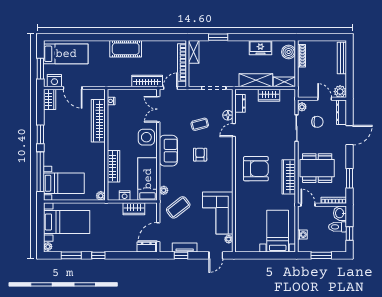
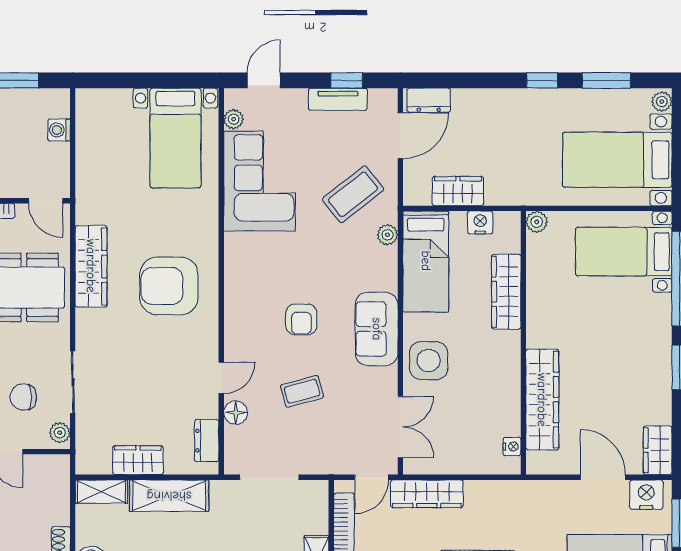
bed with nightstands: (278, 231) -> (175, 138), moved

